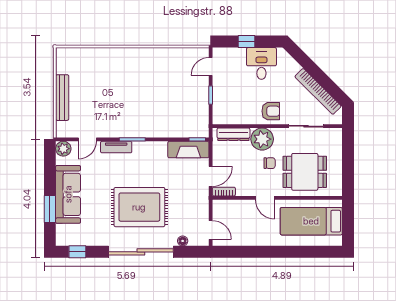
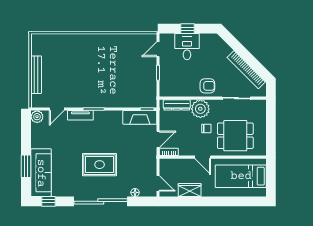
desk: (261, 63) -> (187, 47), moved
sofa: (68, 194) -> (41, 173), moved
rug: (139, 207) -> (100, 165), width x0.73, depth x0.69
wardrobe: (249, 238) -> (190, 190), added

